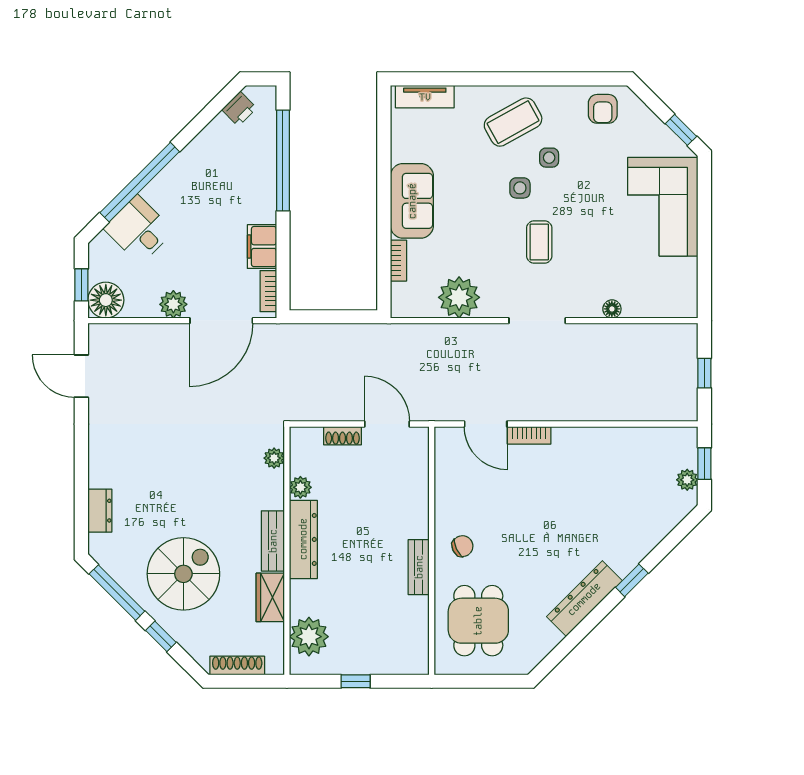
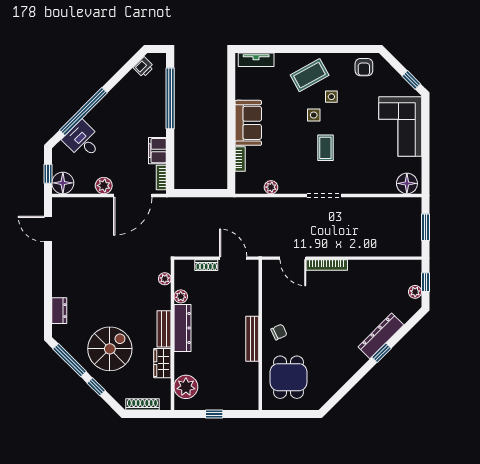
plant: (459, 297) -> (271, 187), width x0.53, depth x0.53
floor lamp: (612, 309) -> (407, 183), moved, width x1.89, depth x1.89
window: (704, 373) -> (425, 227), width x1.50
bookcase: (529, 435) -> (327, 265), width x1.56
bench: (419, 567) -> (252, 339), width x1.36
dresser: (584, 599) -> (381, 336), moved

